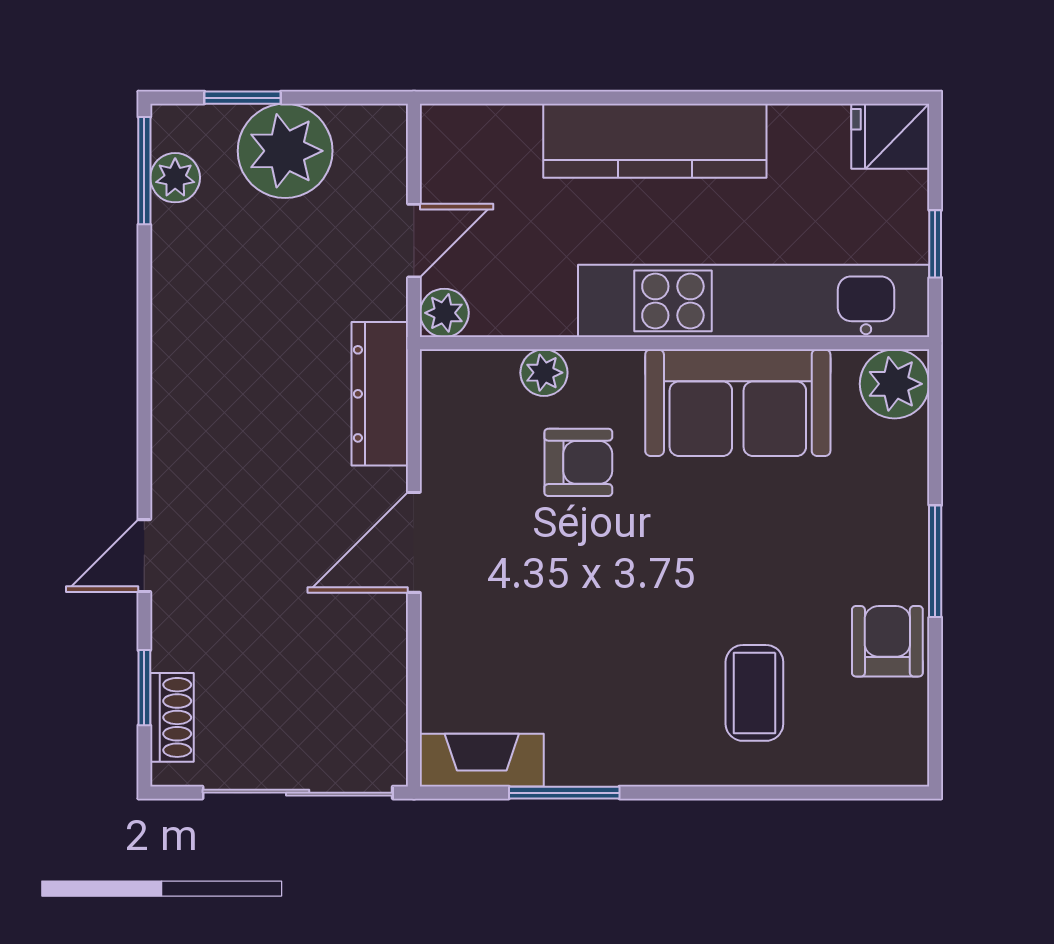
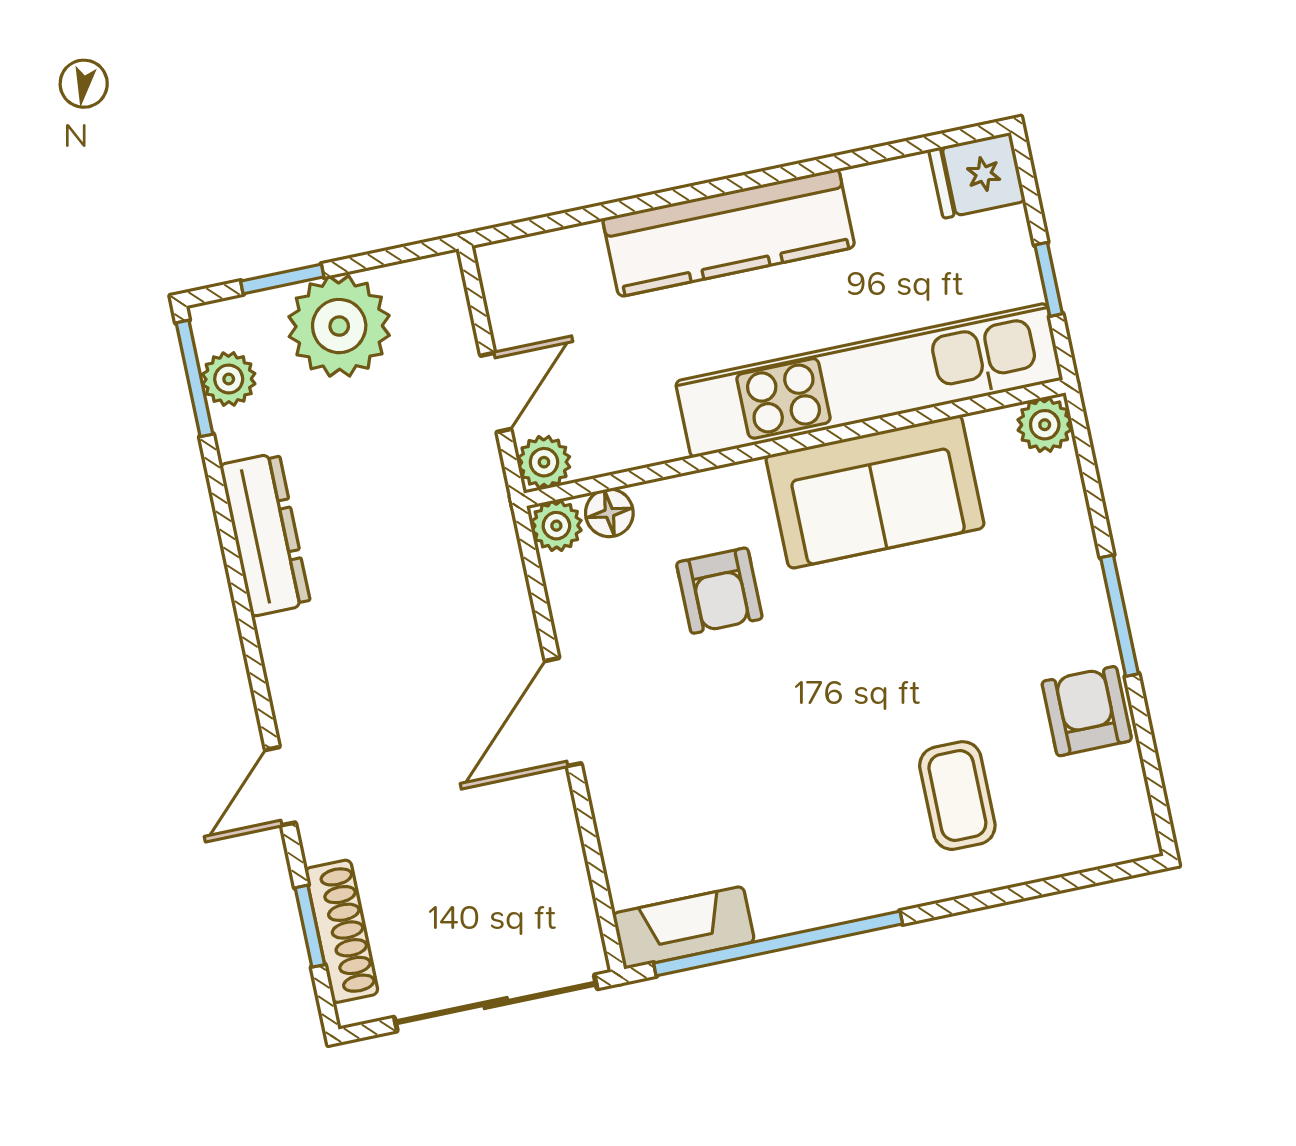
floor lamp: (494, 371) -> (609, 513), added
plant: (544, 373) -> (556, 526), moved
plant: (895, 384) -> (1045, 425), width x0.73, depth x0.73
dresser: (380, 394) -> (265, 534), moved, turned 180
armchair: (578, 462) -> (719, 591), turned 90
shoe rack: (172, 717) -> (342, 931), width x1.43
window: (564, 793) -> (778, 944), width x2.11

